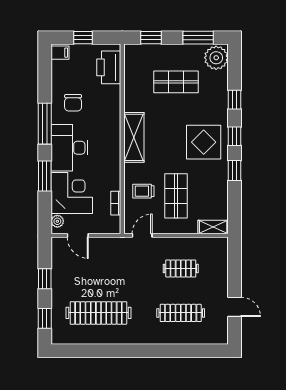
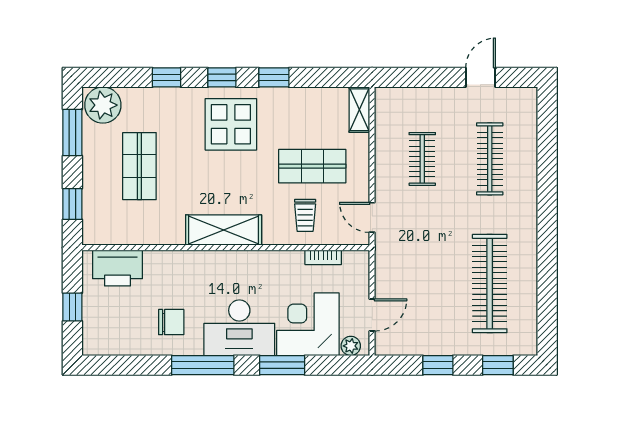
filing cabinet: (60, 53) -> (95, 342), removed

